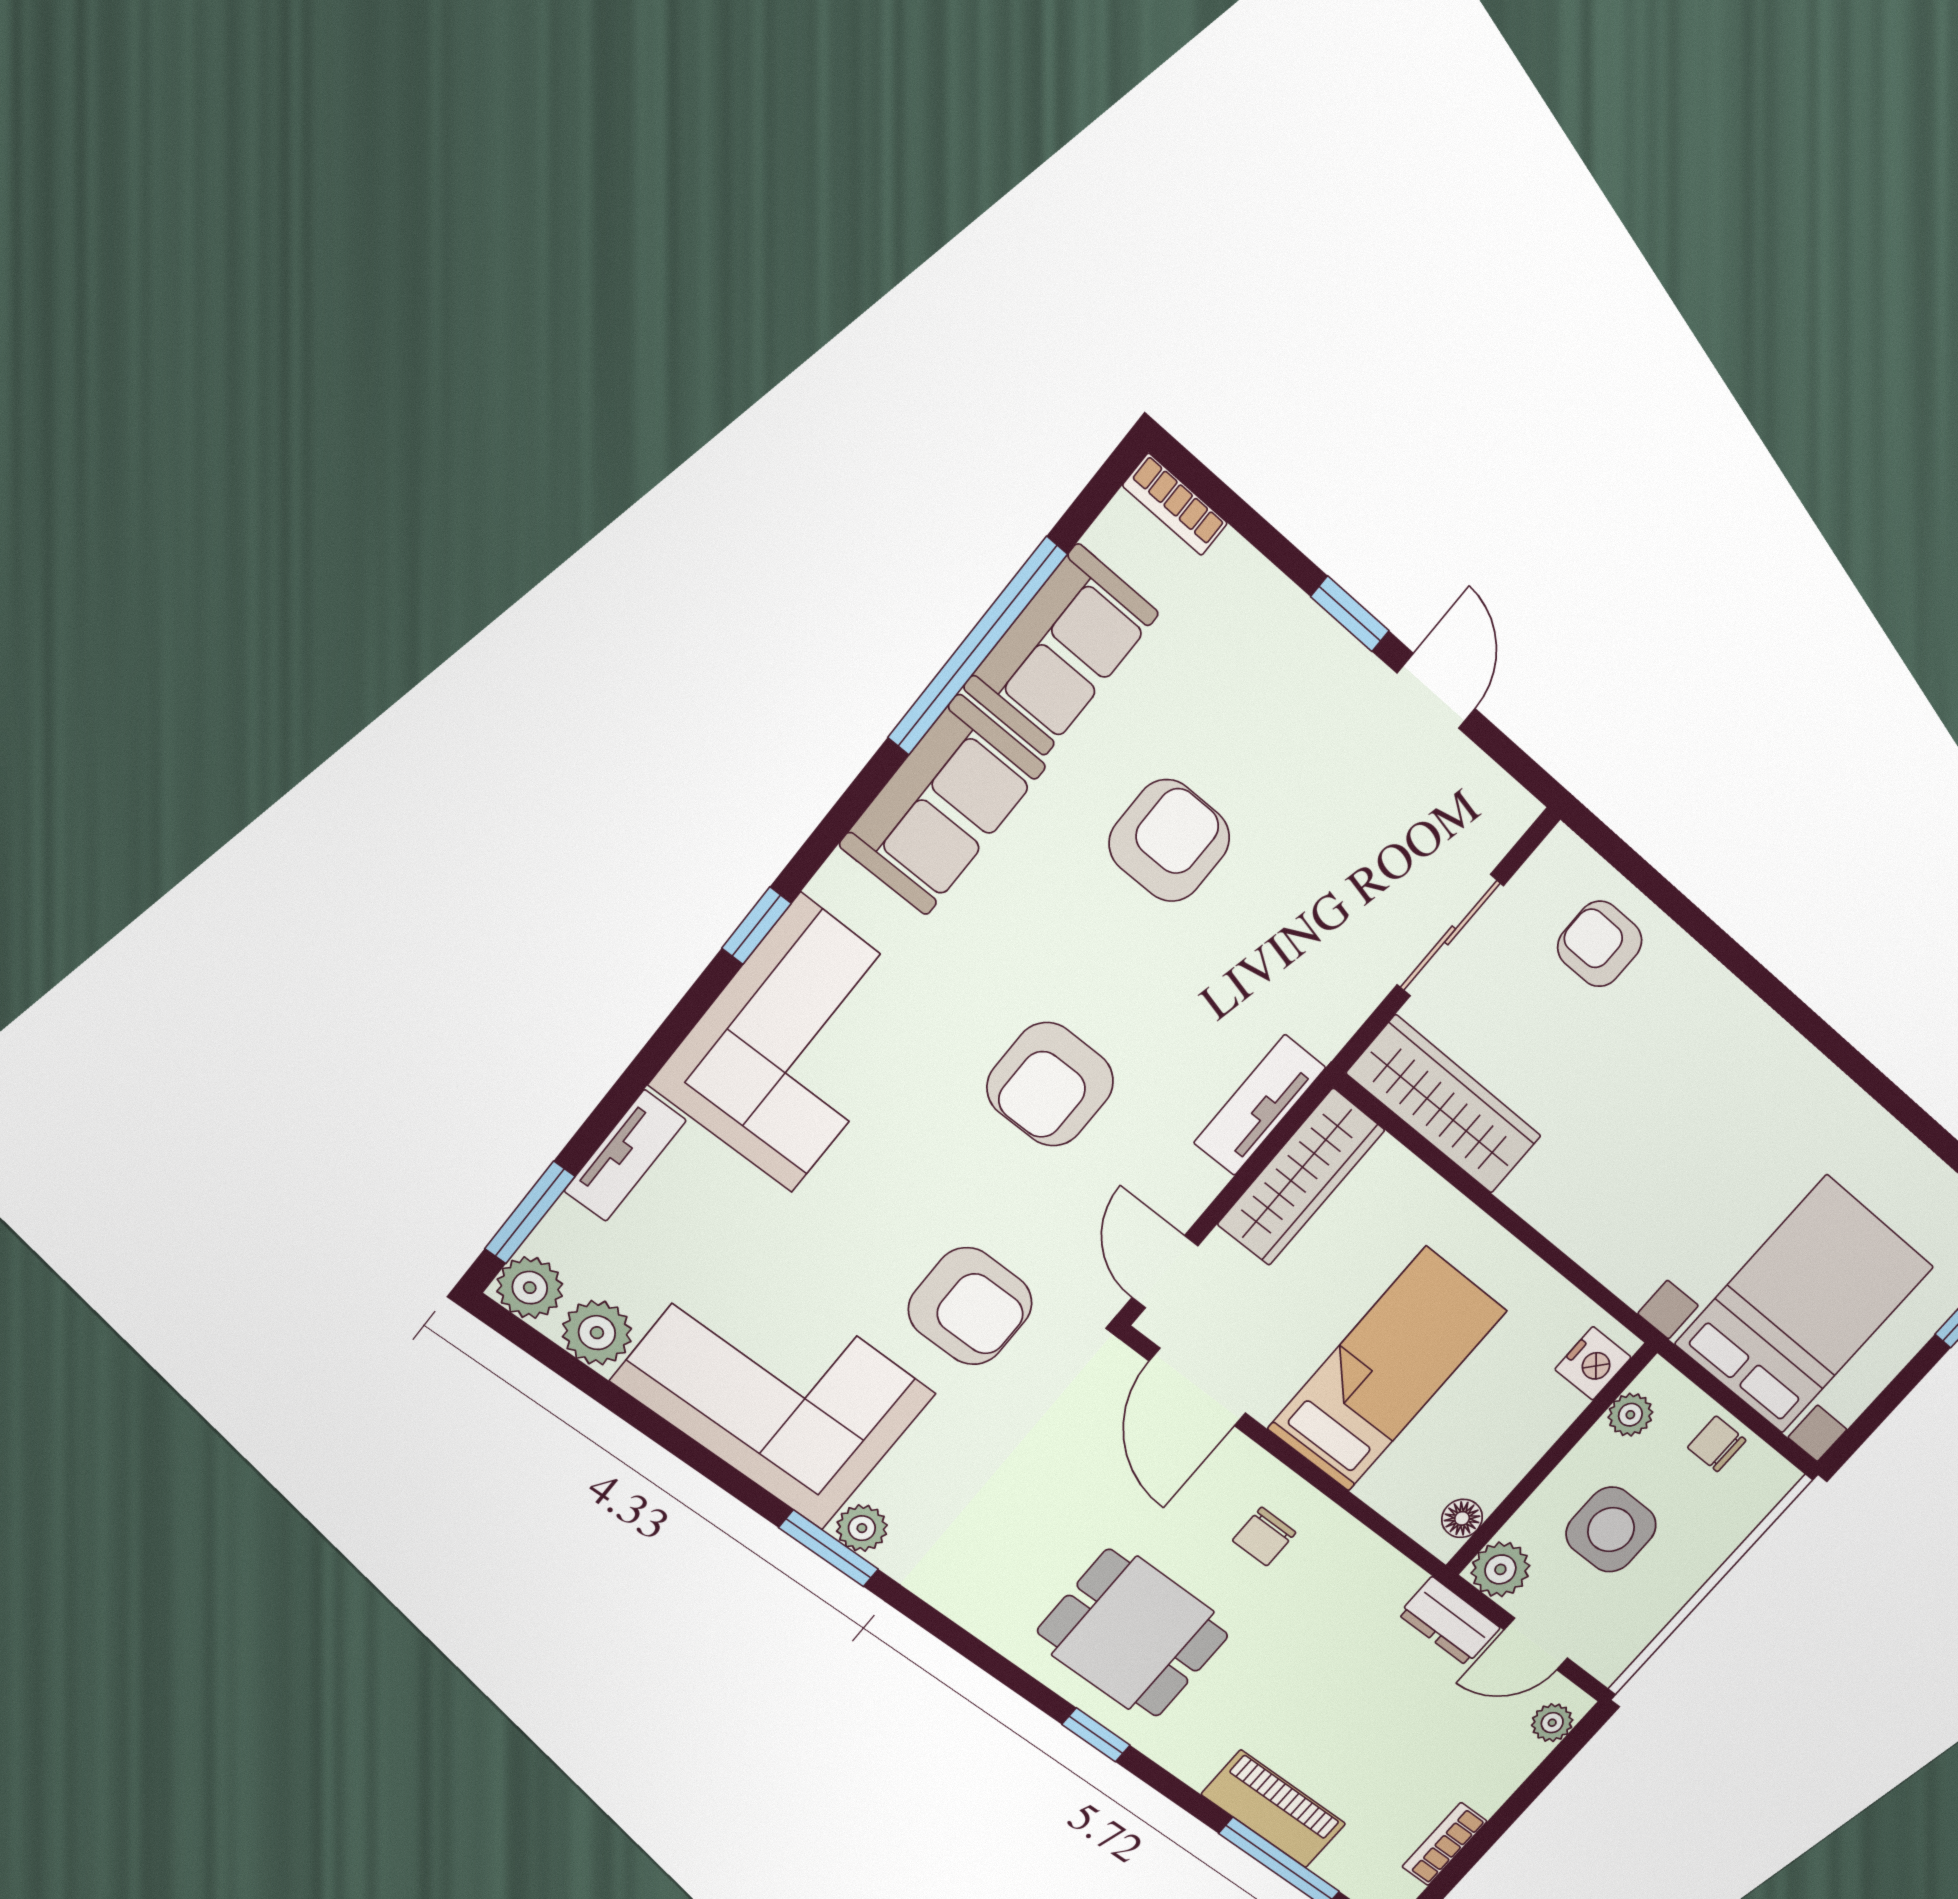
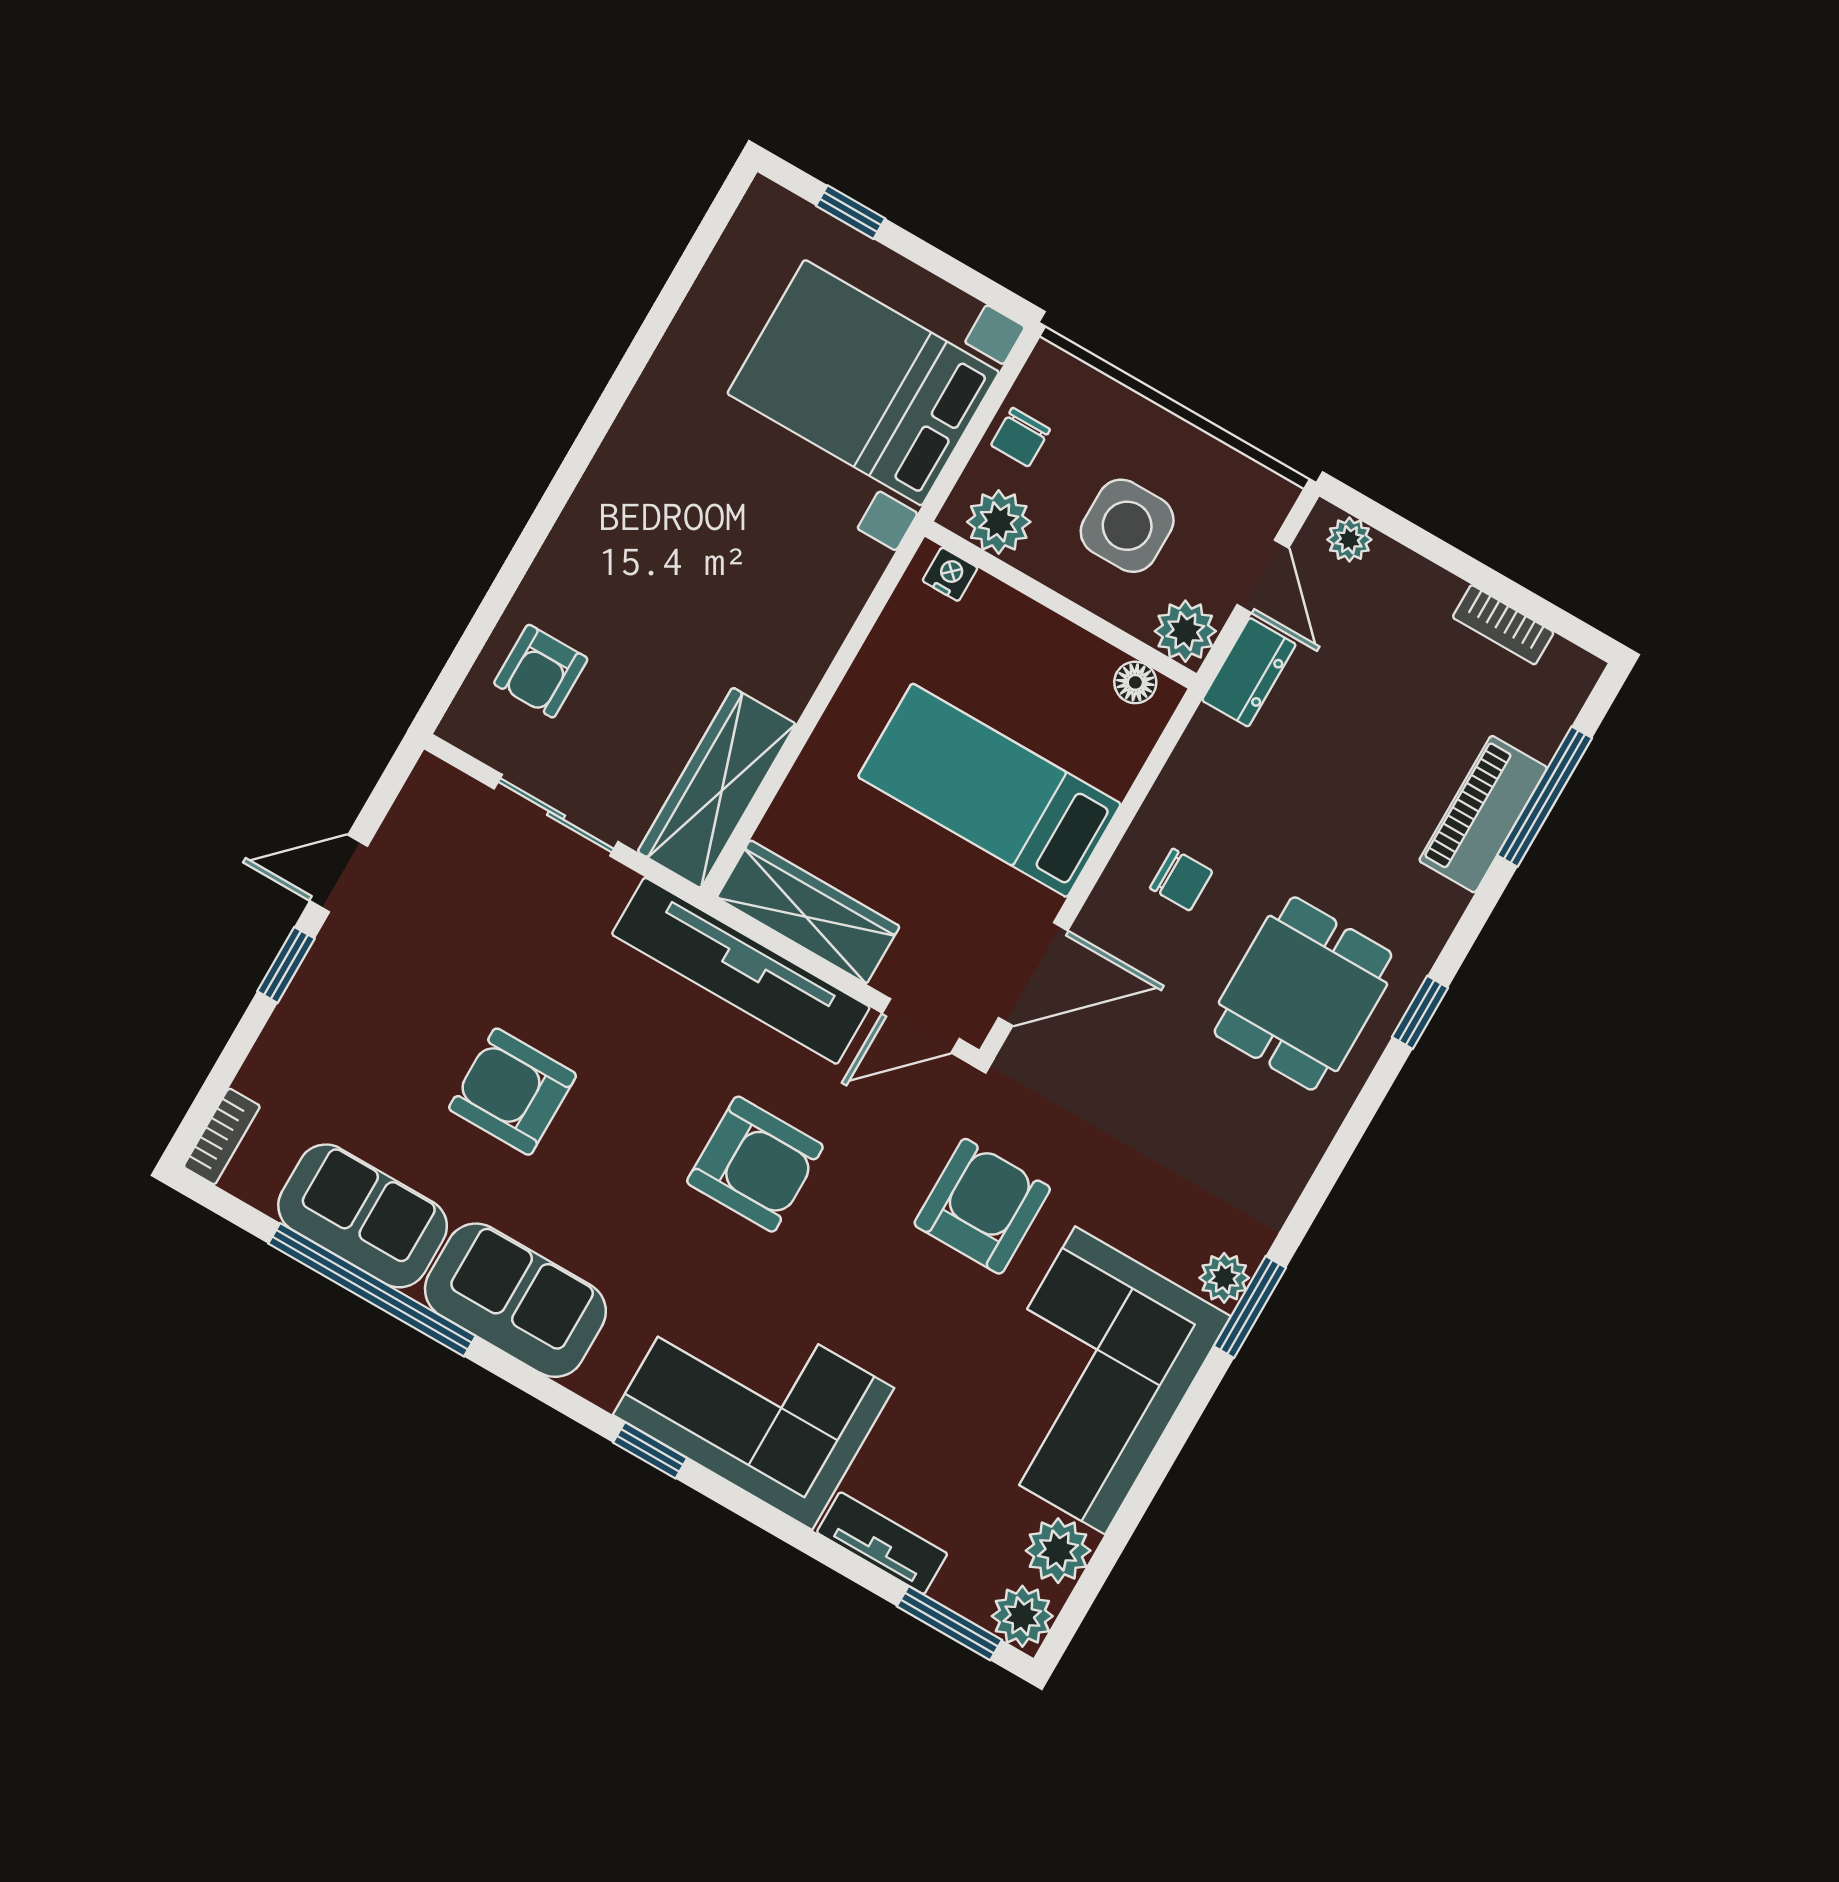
tv unit: (1260, 1105) -> (741, 971), width x1.92, depth x1.29
nightstand: (1593, 1363) -> (950, 574), width x0.72, depth x0.74
plant: (1630, 1415) -> (999, 522), width x1.38, depth x1.38

